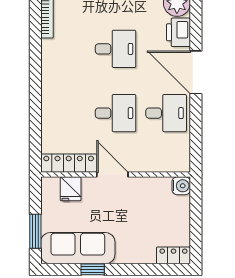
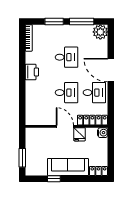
printer: (178, 32) -> (32, 72), moved, turned 180
locker: (69, 163) -> (92, 120), moved
fridge: (71, 189) -> (79, 134), moved
sofa: (78, 248) -> (68, 167), moved

